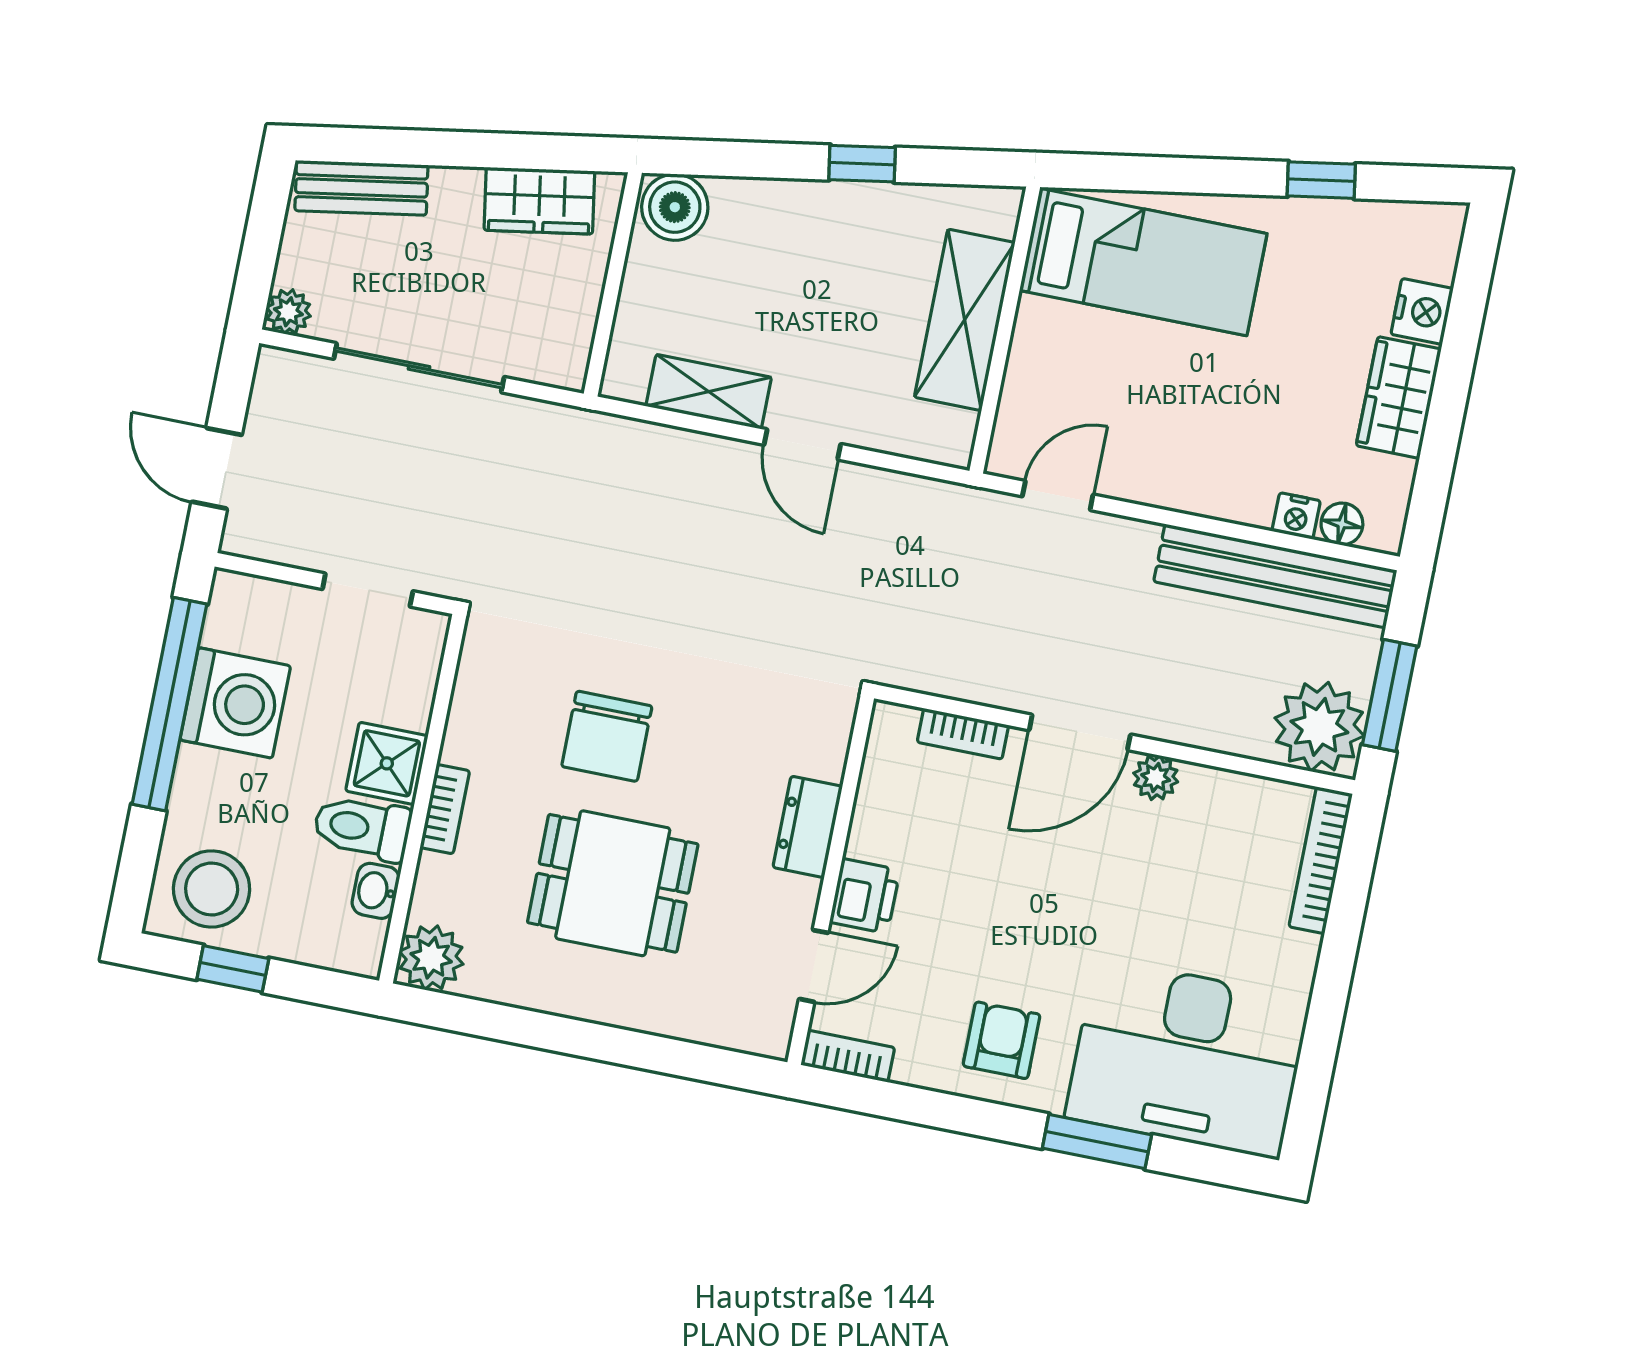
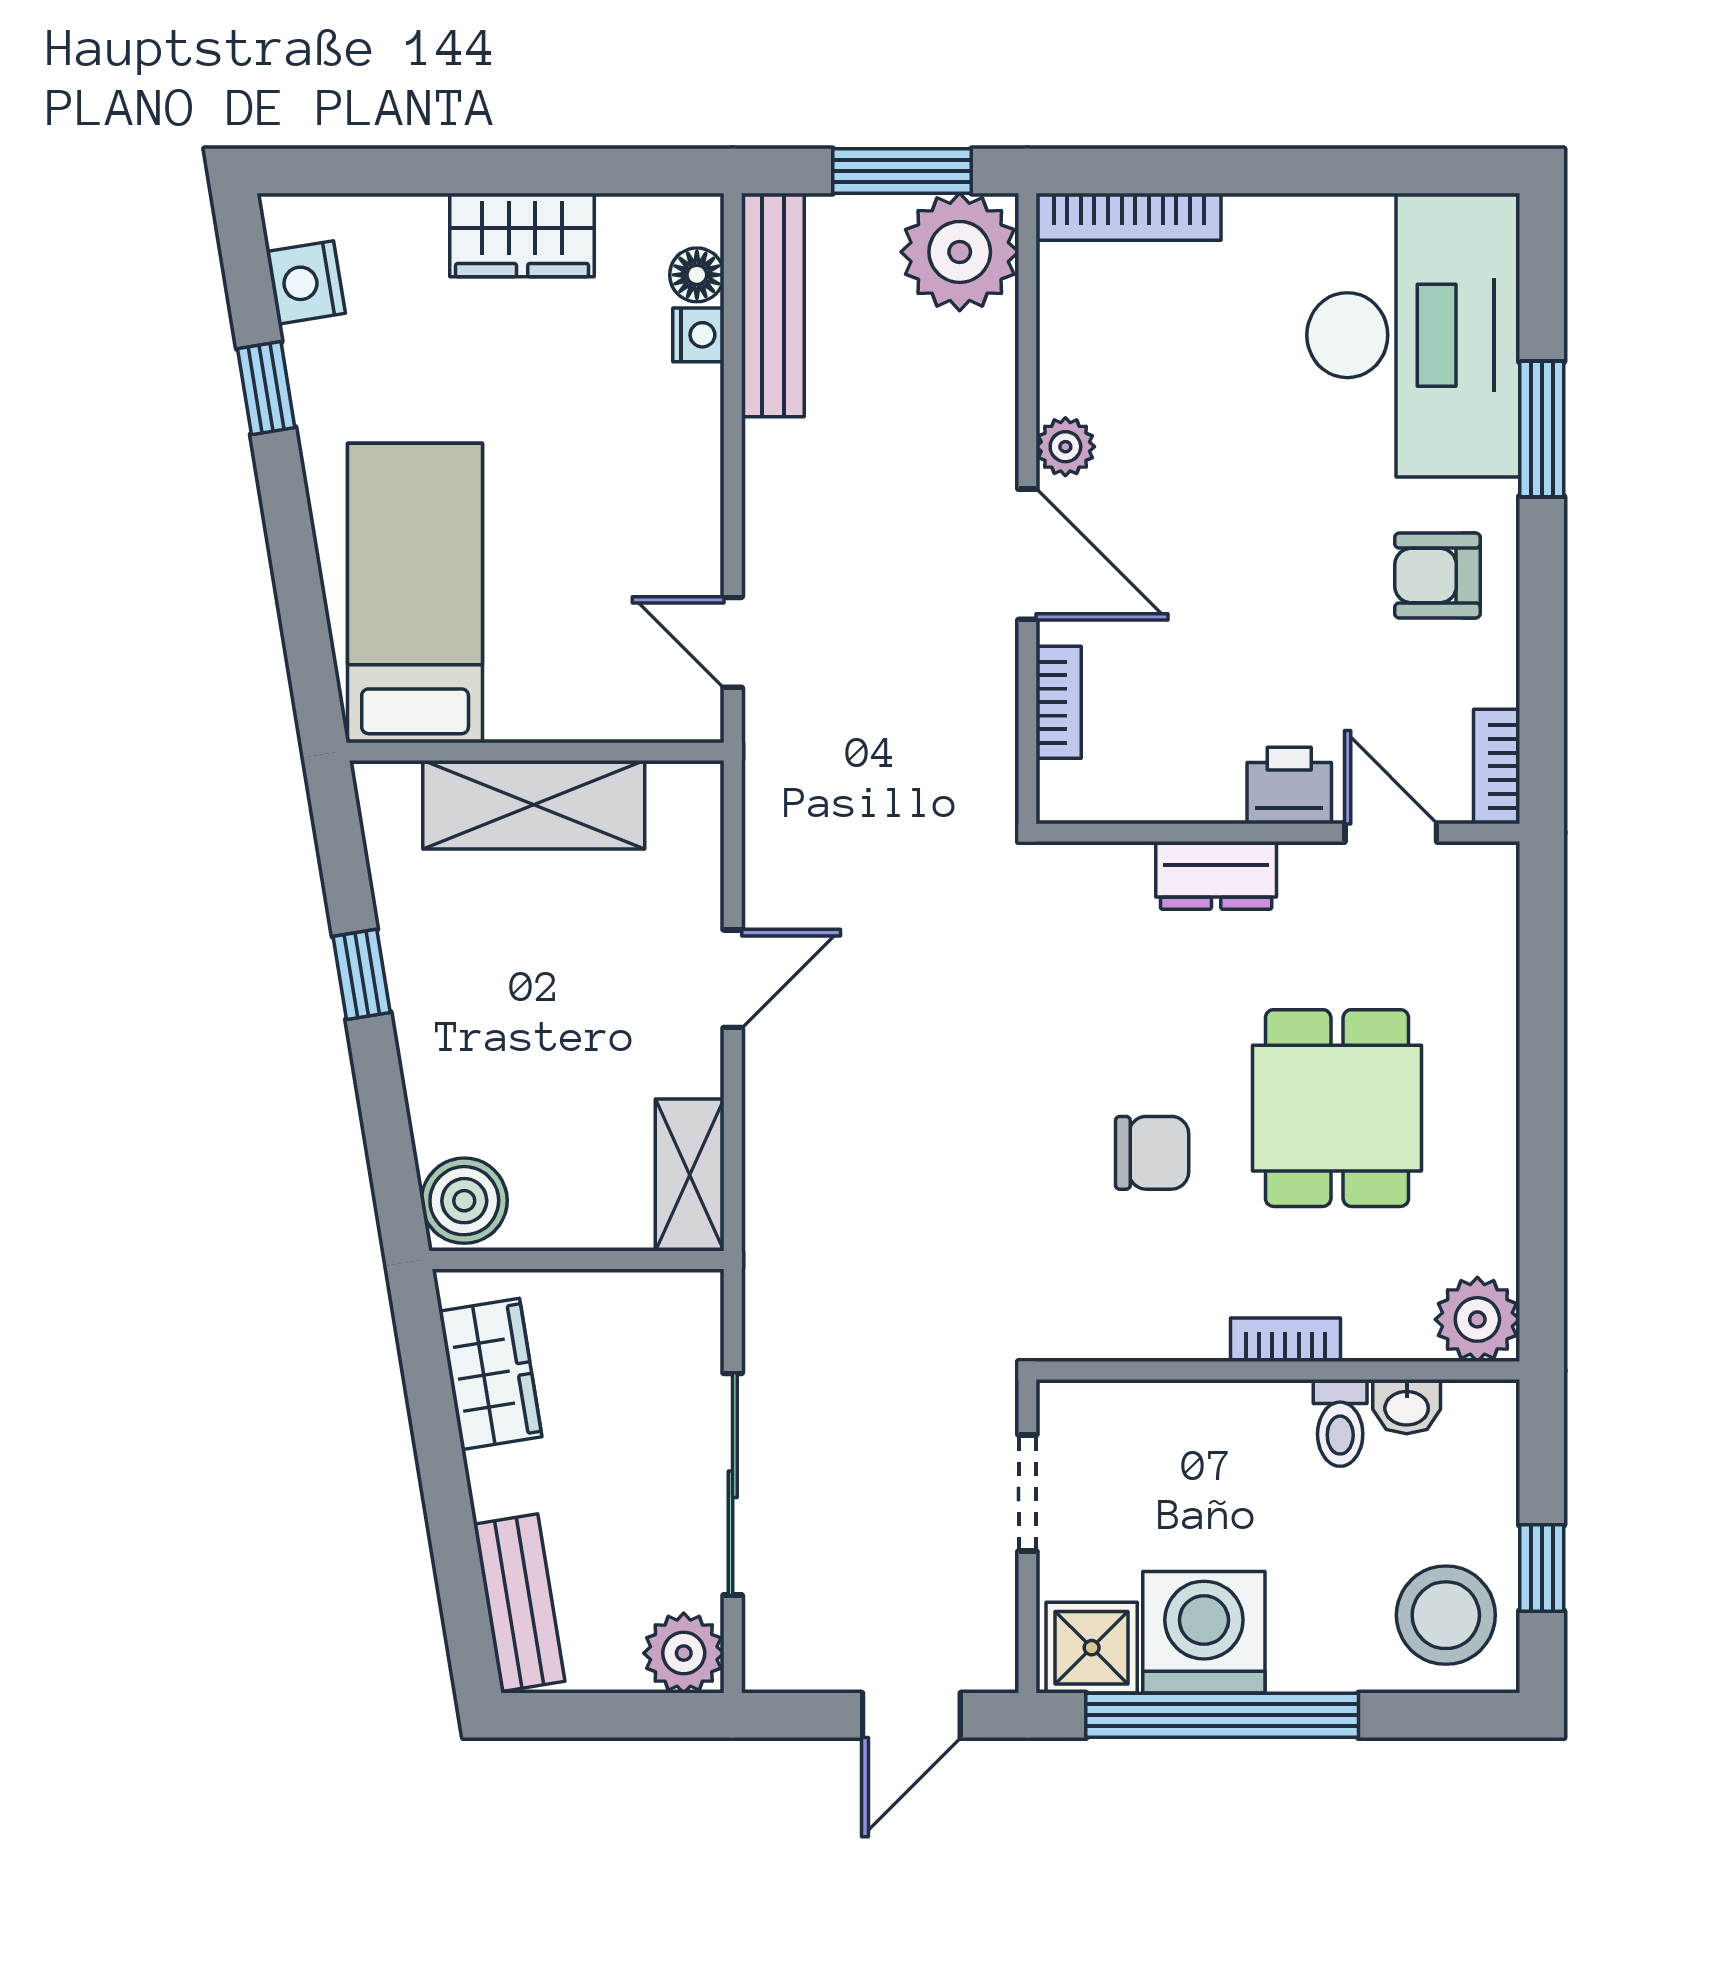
nightstand: (1422, 311) -> (306, 282), moved, turned -99
plant: (288, 312) -> (684, 1653), width x1.38, depth x1.38
shelving: (709, 392) -> (690, 1175), moved
bench: (1275, 576) -> (773, 305), width x0.73, depth x0.82
chair: (607, 736) -> (1152, 1153), width x0.73, depth x0.73
shower: (387, 763) -> (1092, 1648), moved
toilet: (362, 828) -> (1340, 1423), width x0.73, depth x0.72

